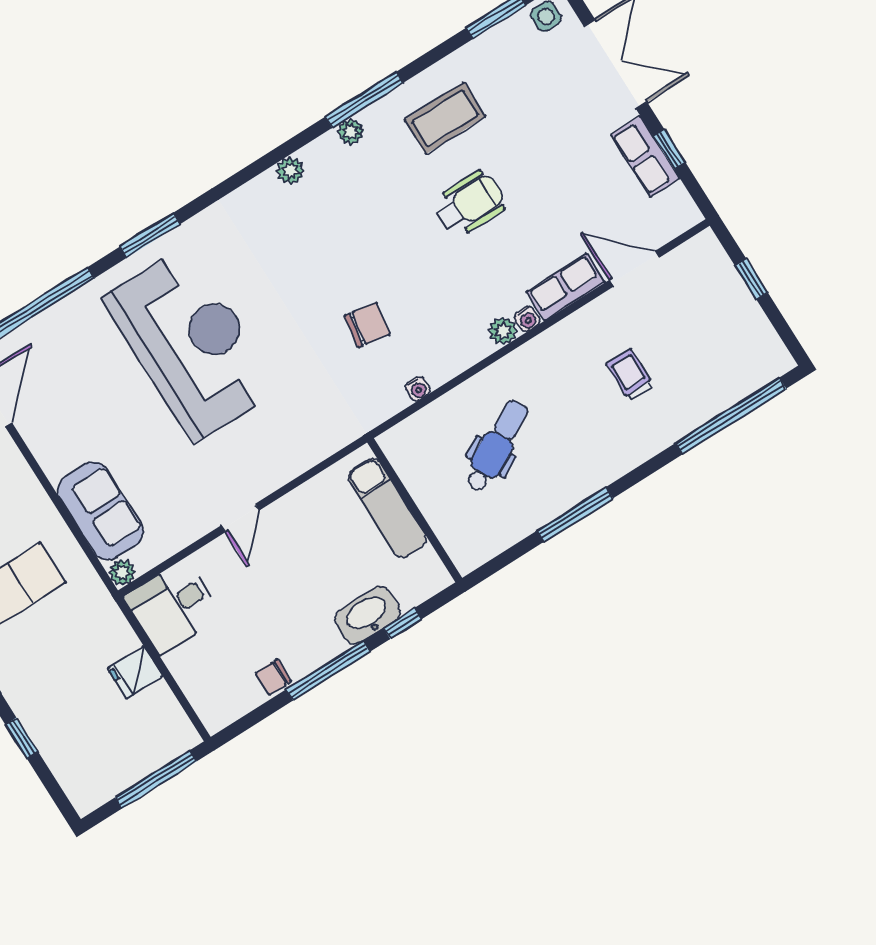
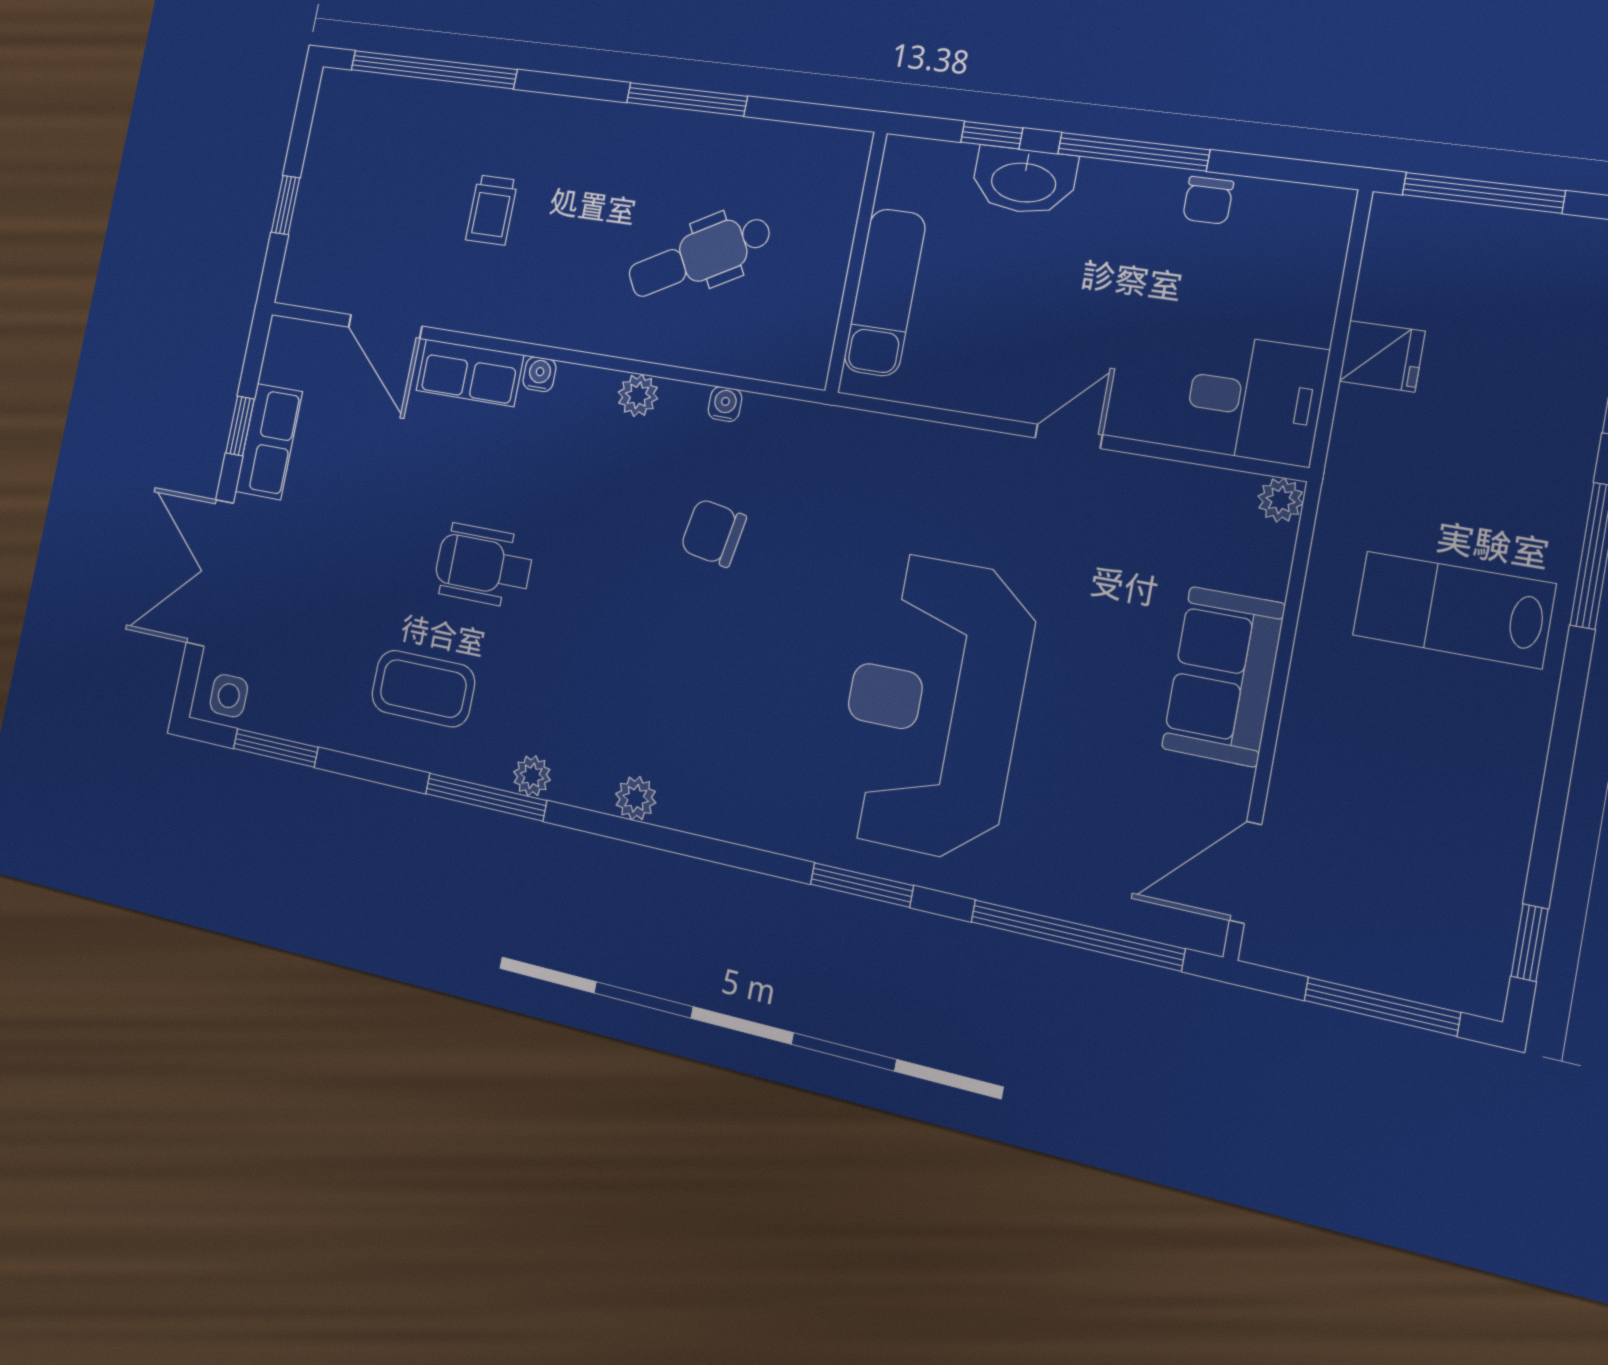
plant: (503, 331) -> (638, 395), moved
sofa: (100, 511) -> (1223, 676), moved
chair: (273, 677) -> (1208, 200), turned 90

